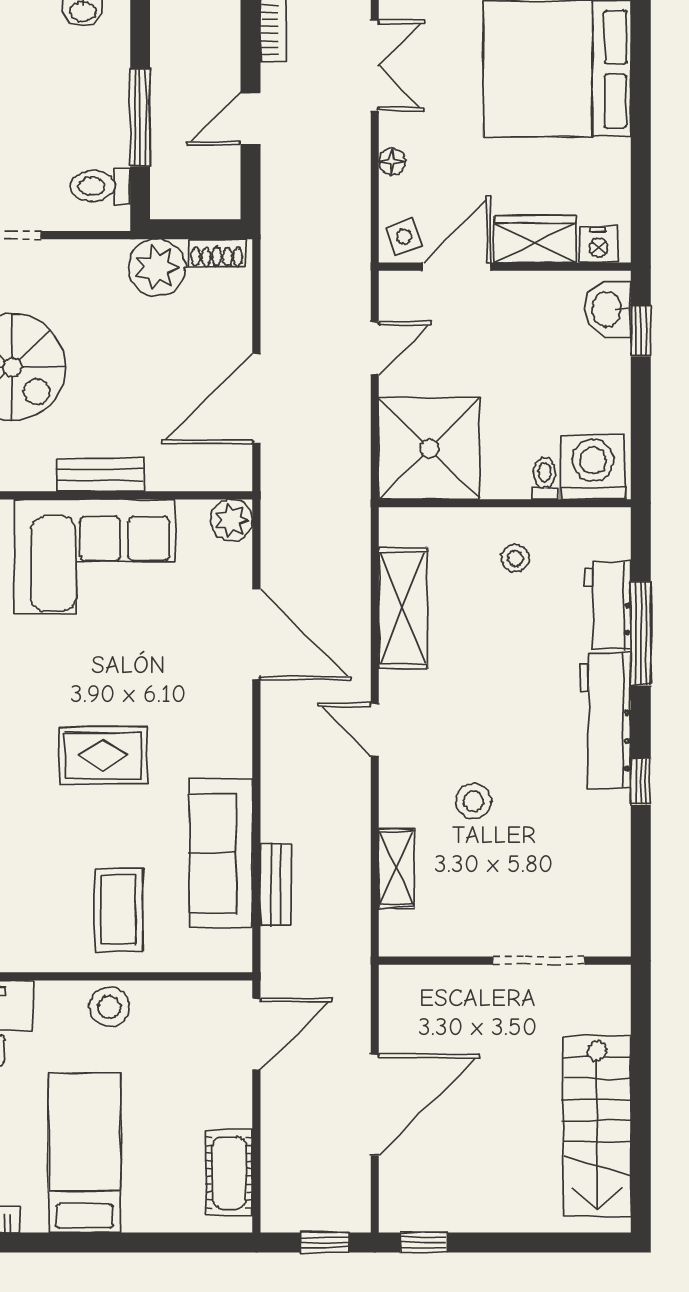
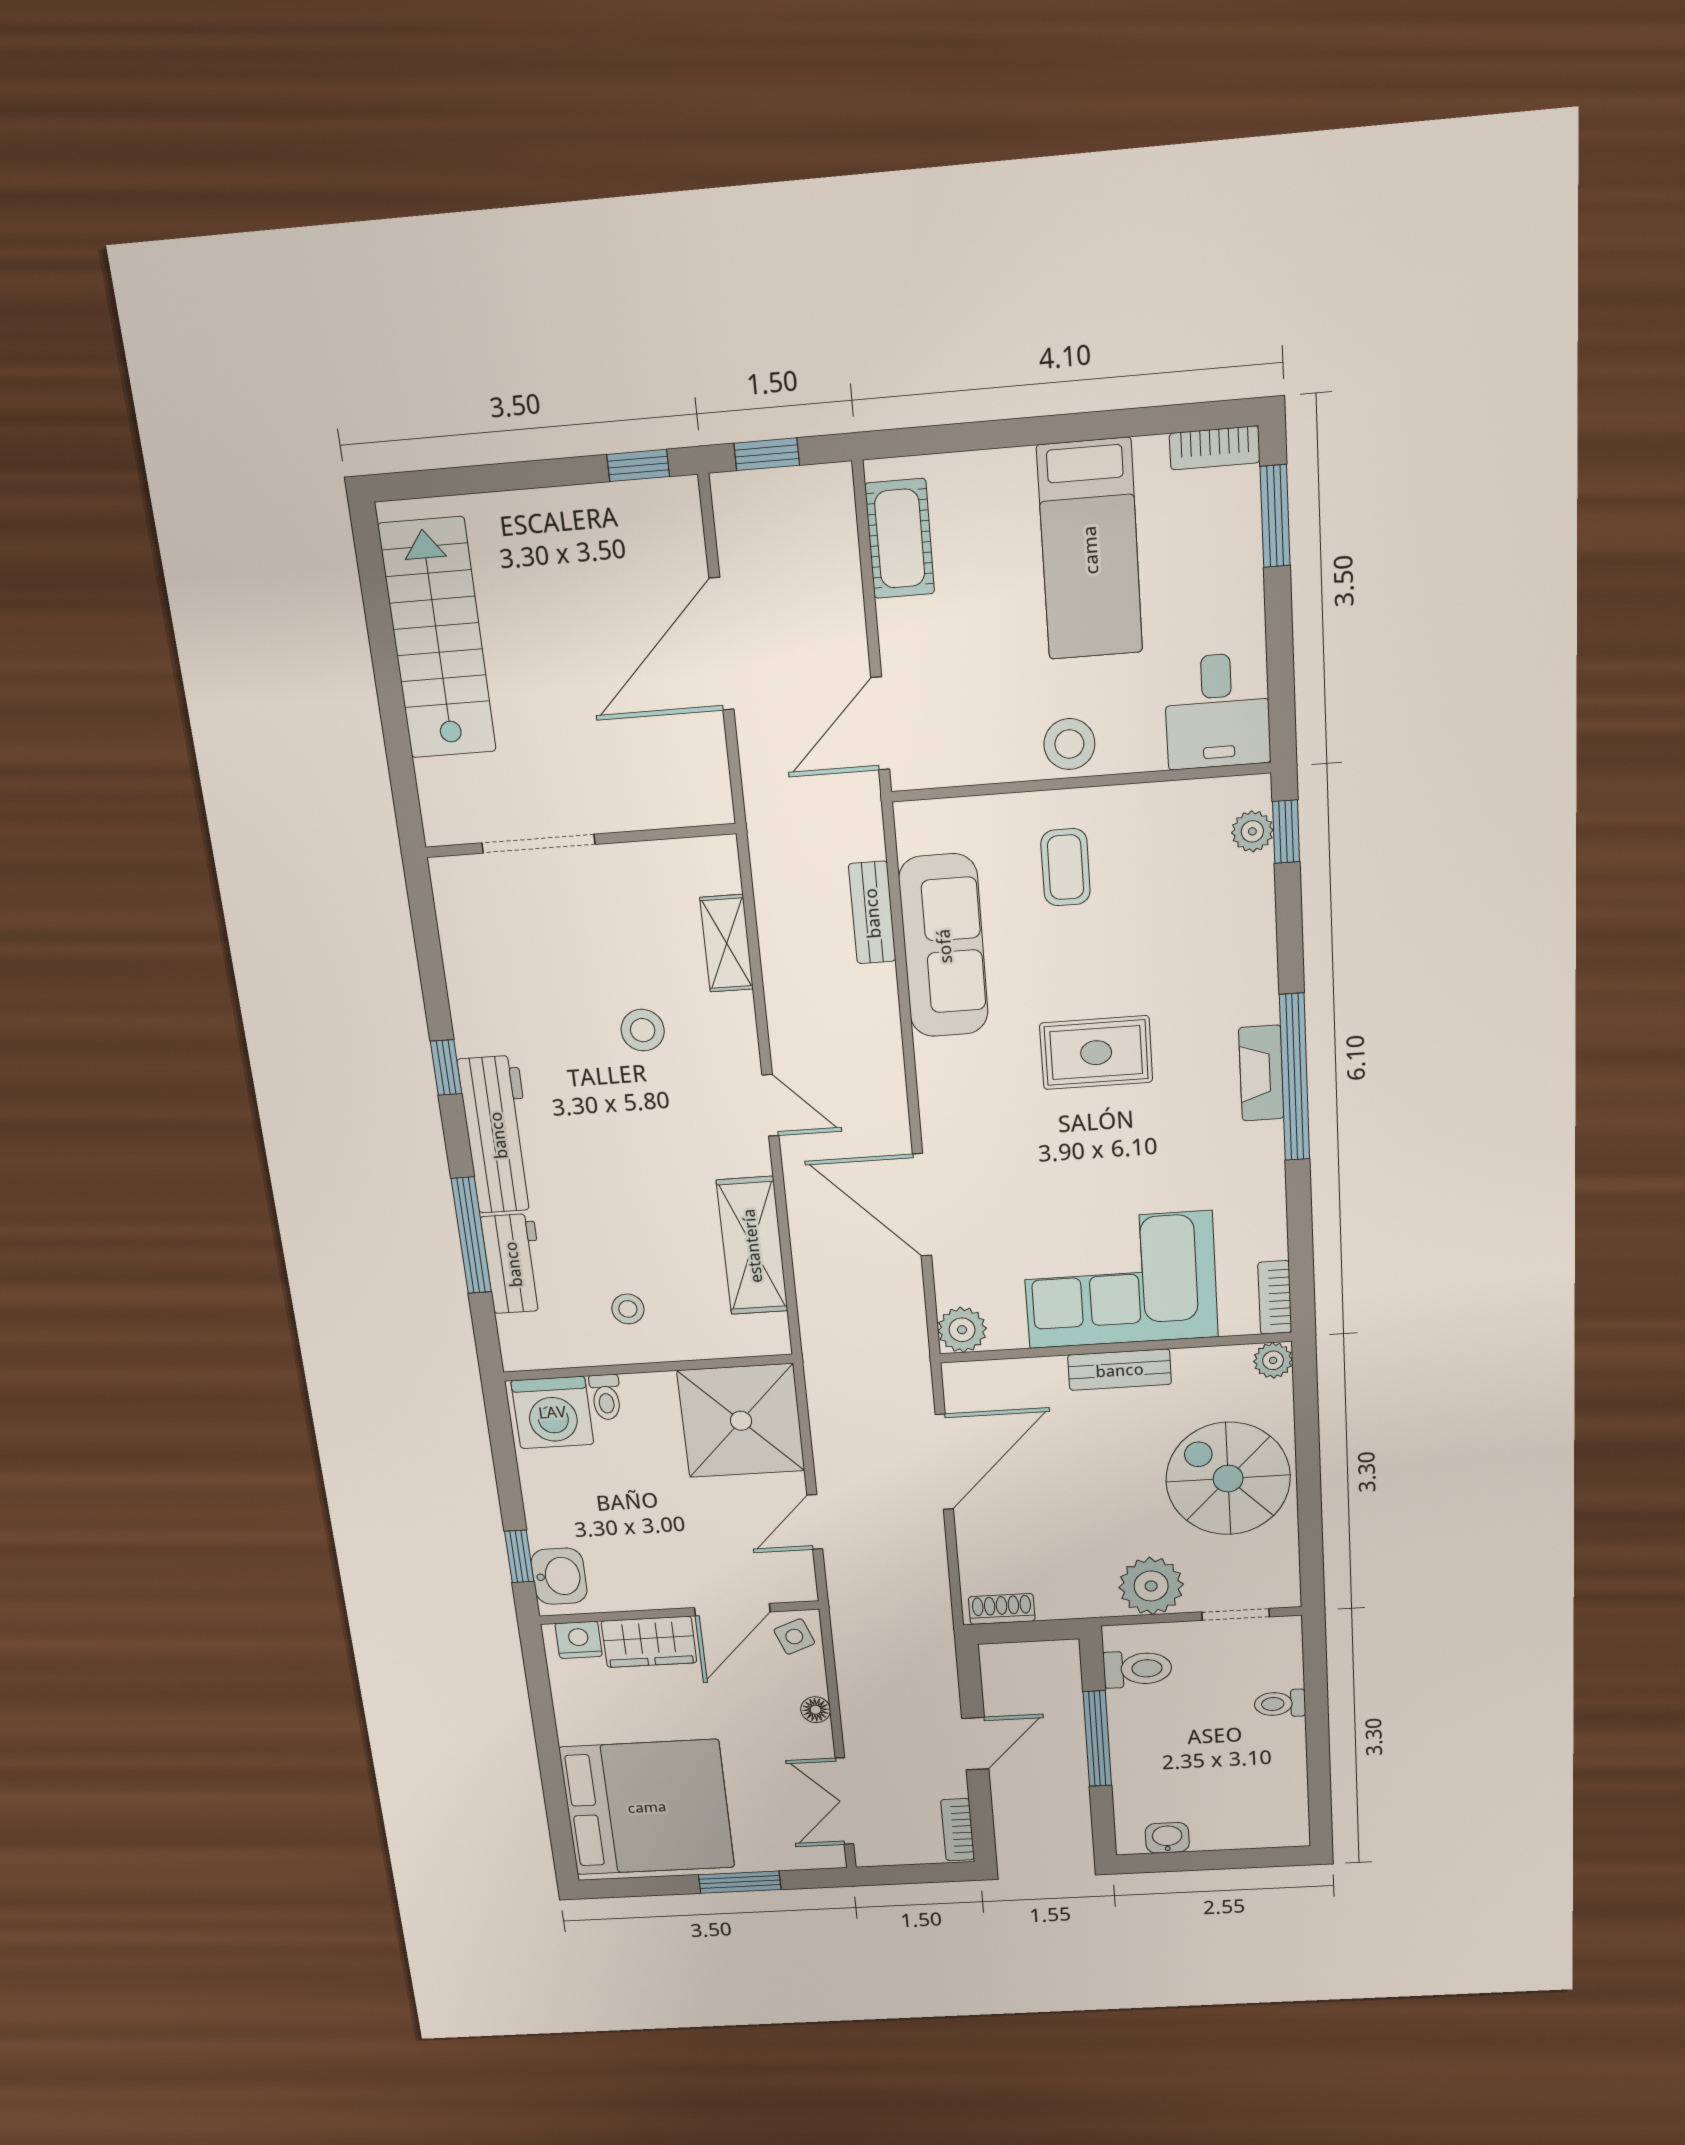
plant: (156, 268) -> (1151, 1586), moved
coffee table: (119, 910) -> (1066, 867), width x0.73, depth x0.77

